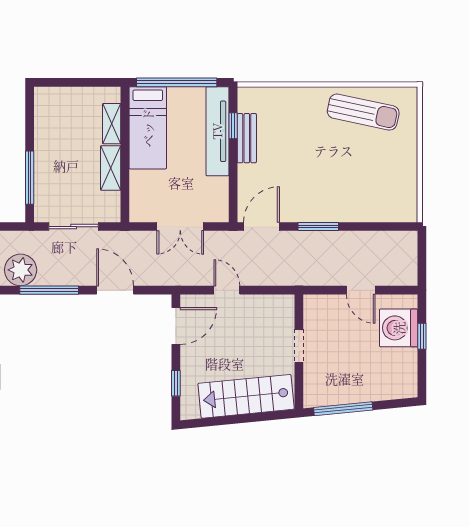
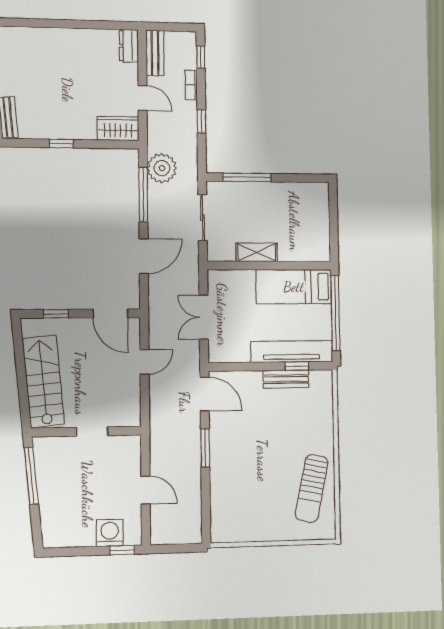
shelving: (112, 124) -> (297, 253), removed
door: (361, 290) -> (146, 490), swing flipped
washing machine: (399, 328) -> (110, 533), width x0.73, depth x0.73
window: (422, 336) -> (122, 550), moved

